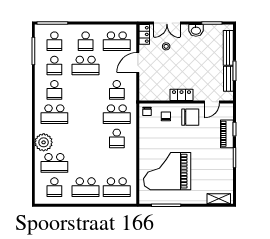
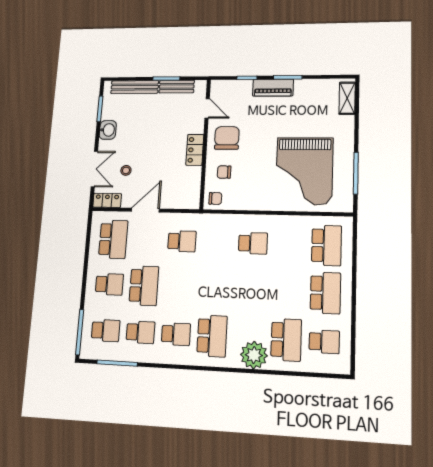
door: (138, 63) -> (145, 210), swing flipped
school desk: (117, 114) -> (217, 242), removed
piano: (227, 134) -> (273, 88), moved

